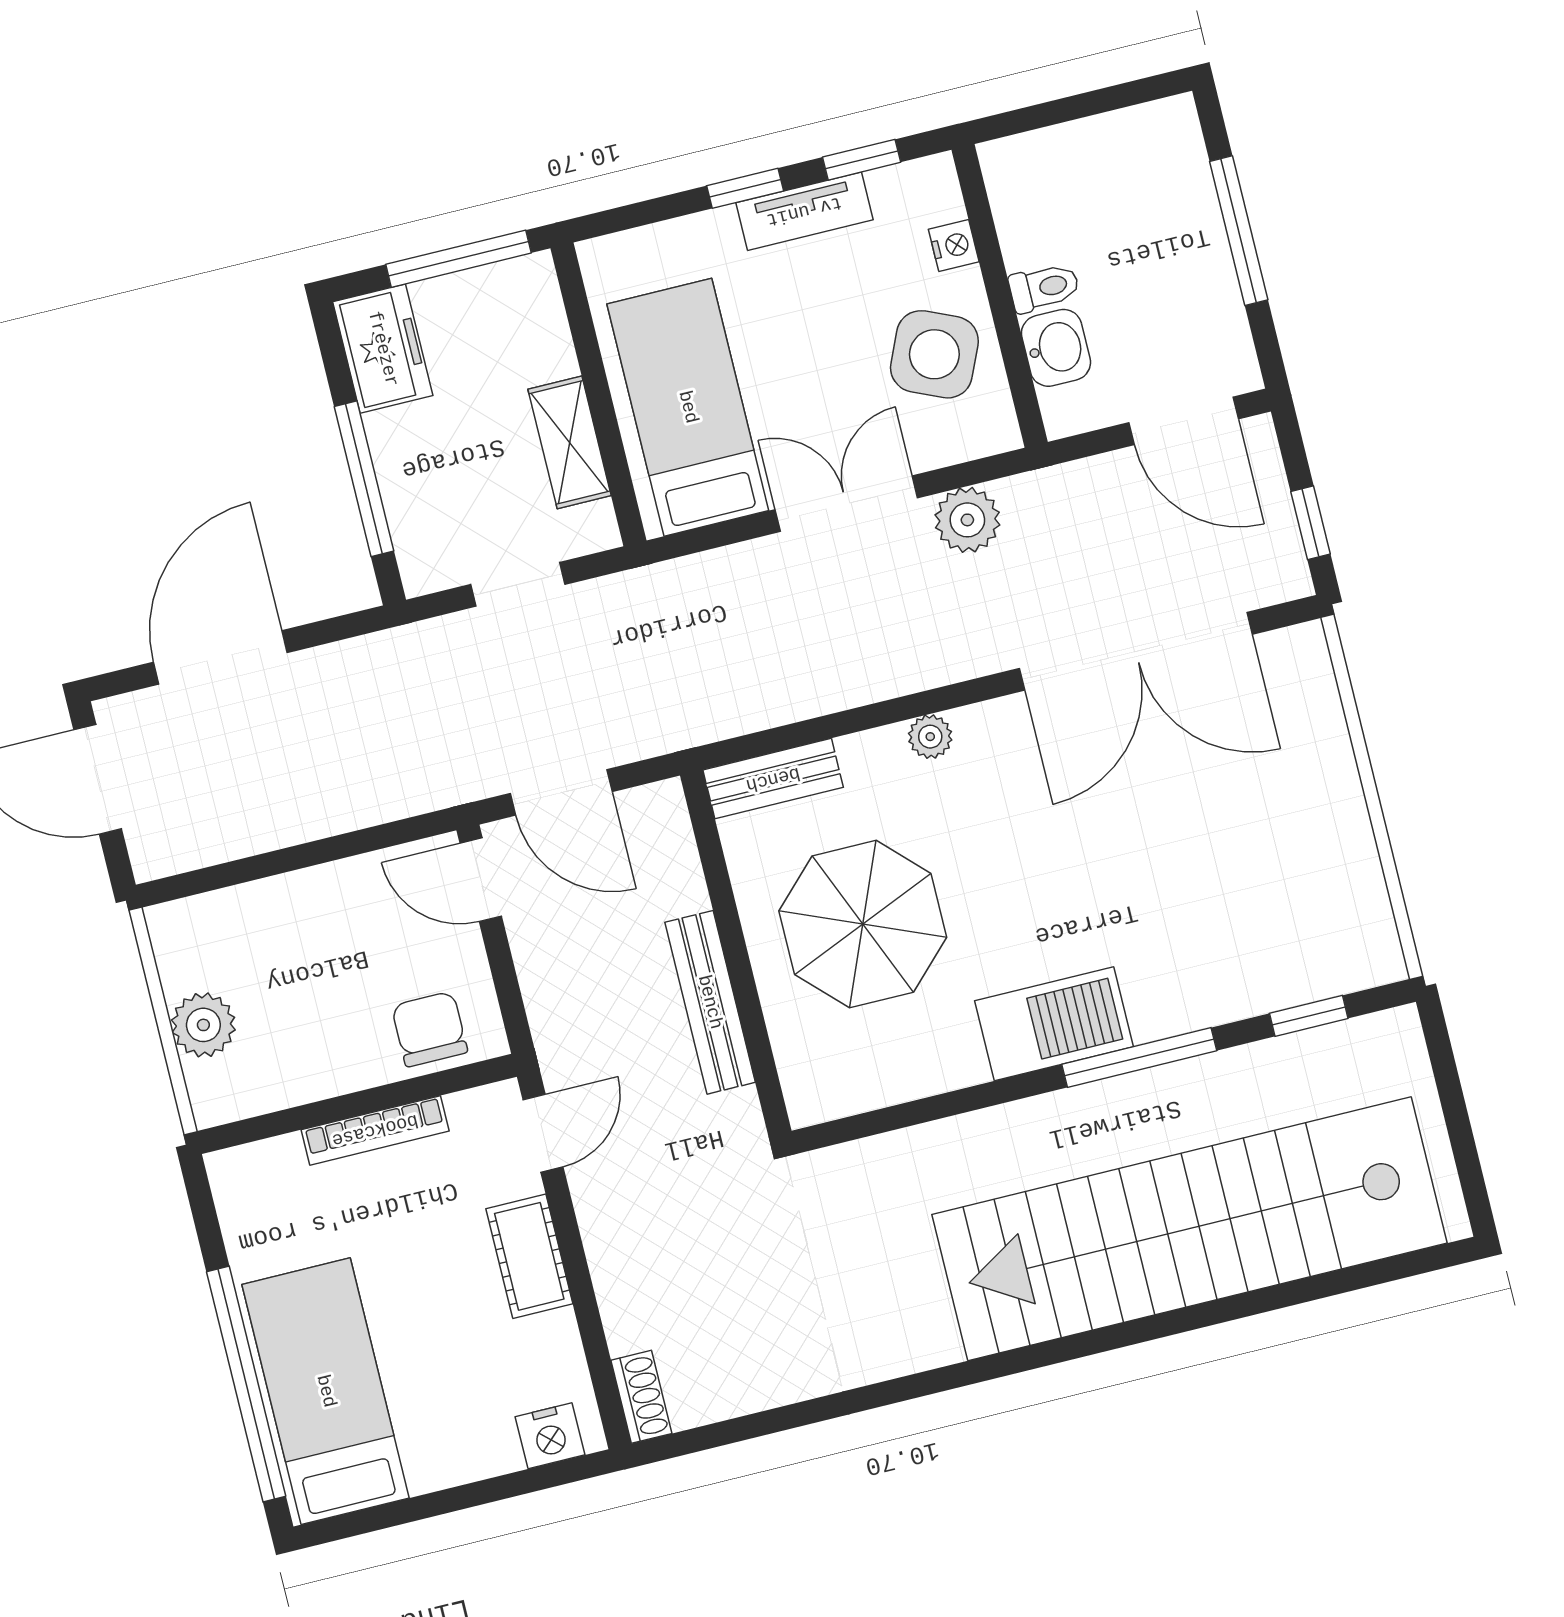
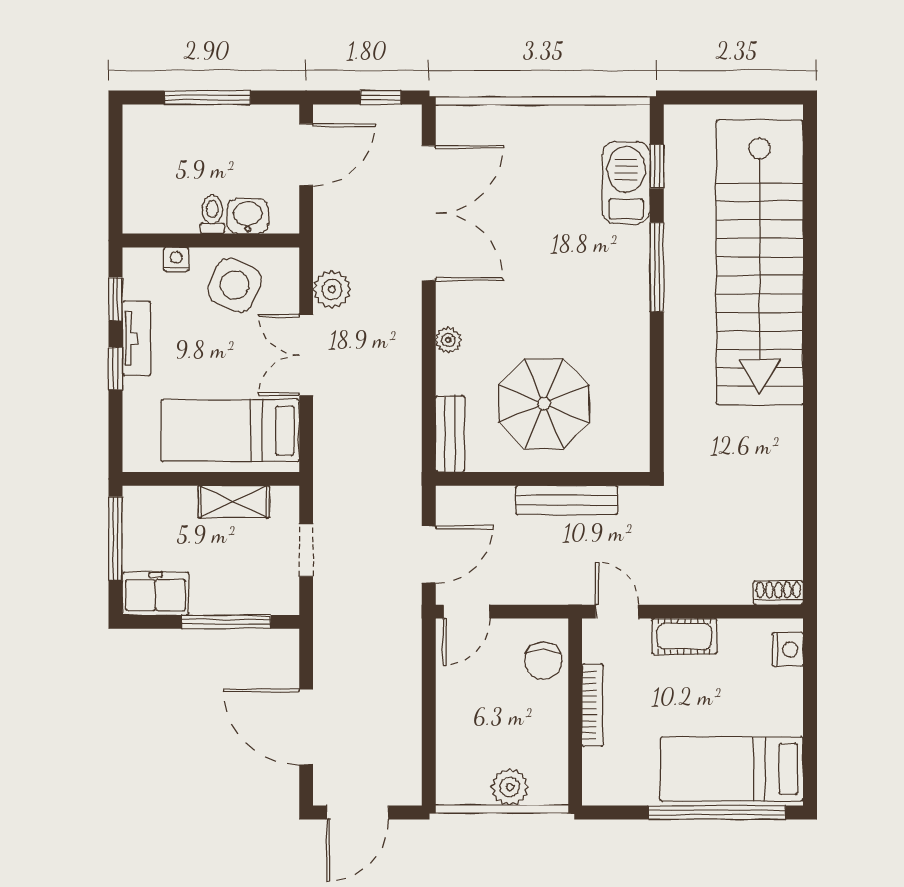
barbecue: (1054, 1024) -> (626, 183), moved
chair: (430, 1029) -> (543, 661), turned -90

